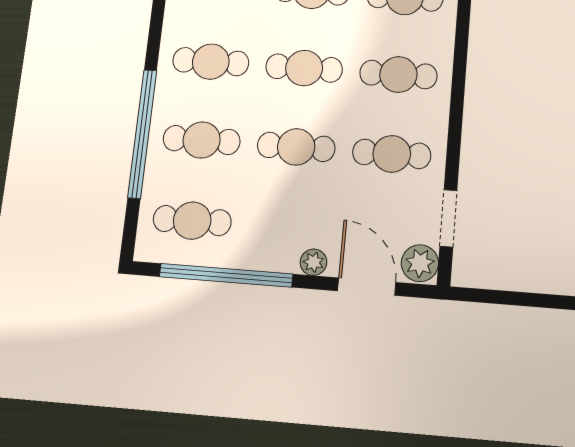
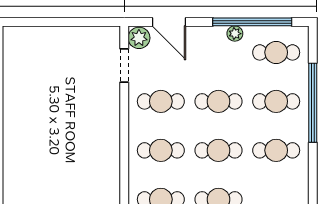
plant: (313, 262) -> (235, 34), moved

